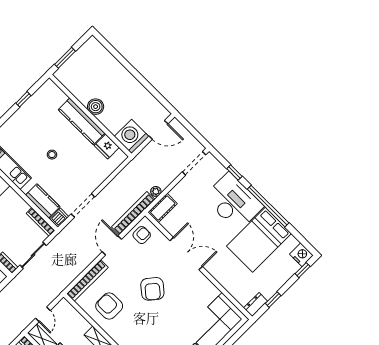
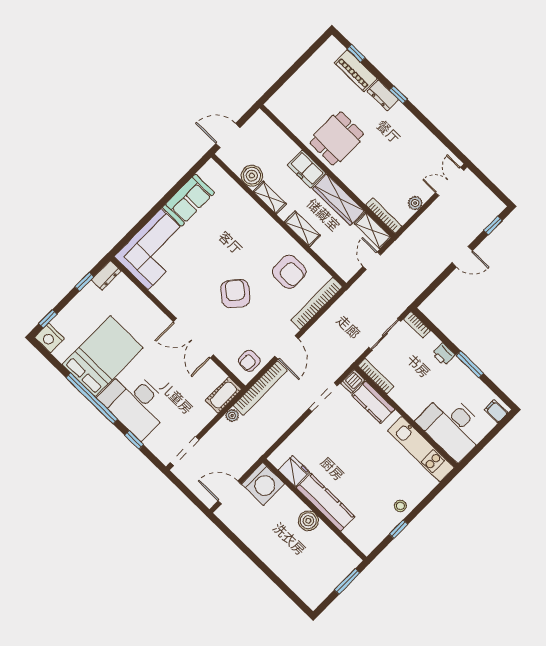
stool: (52, 155) -> (400, 506), moved

